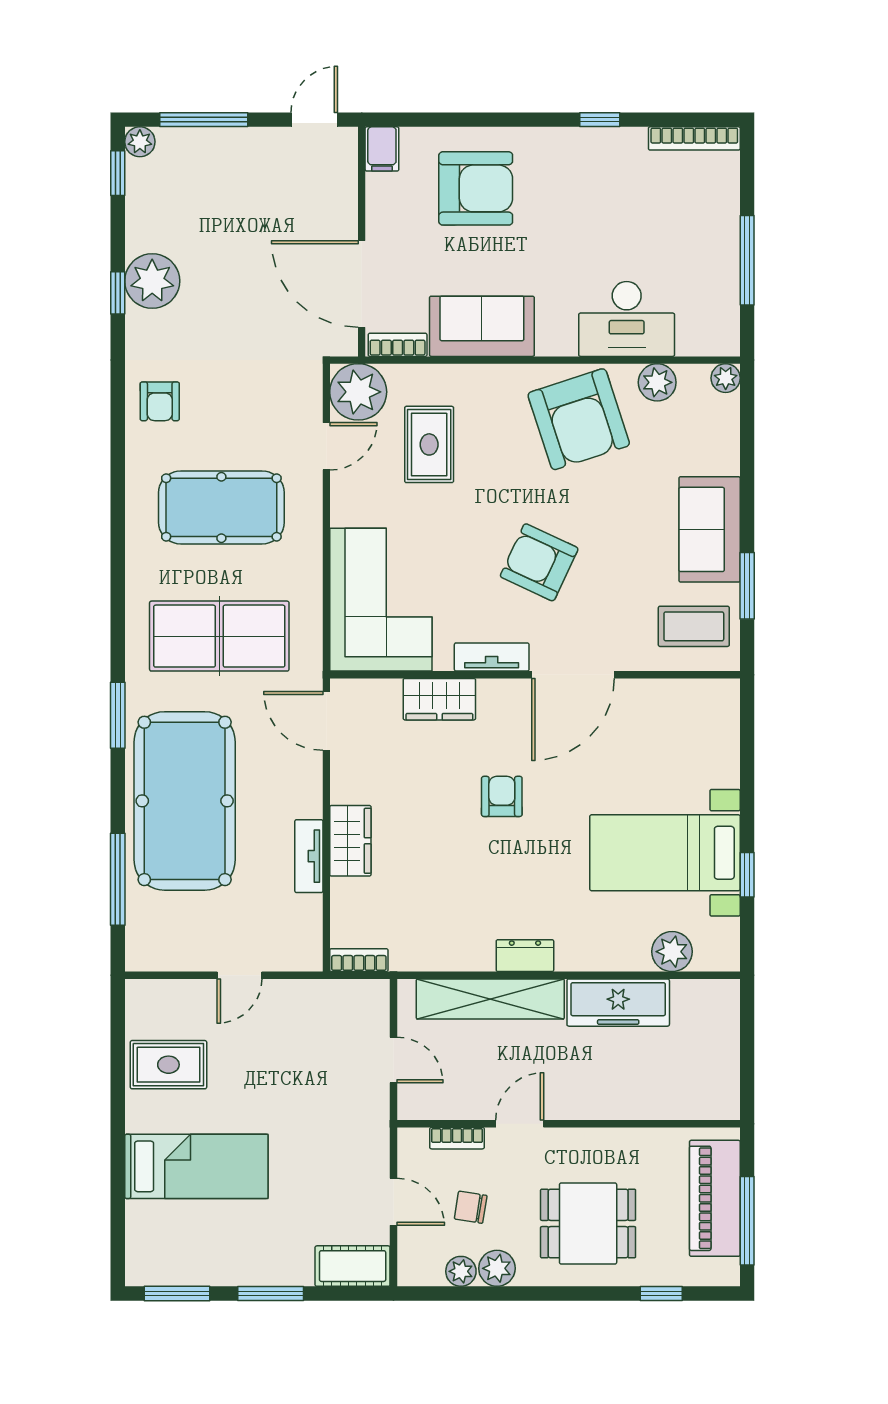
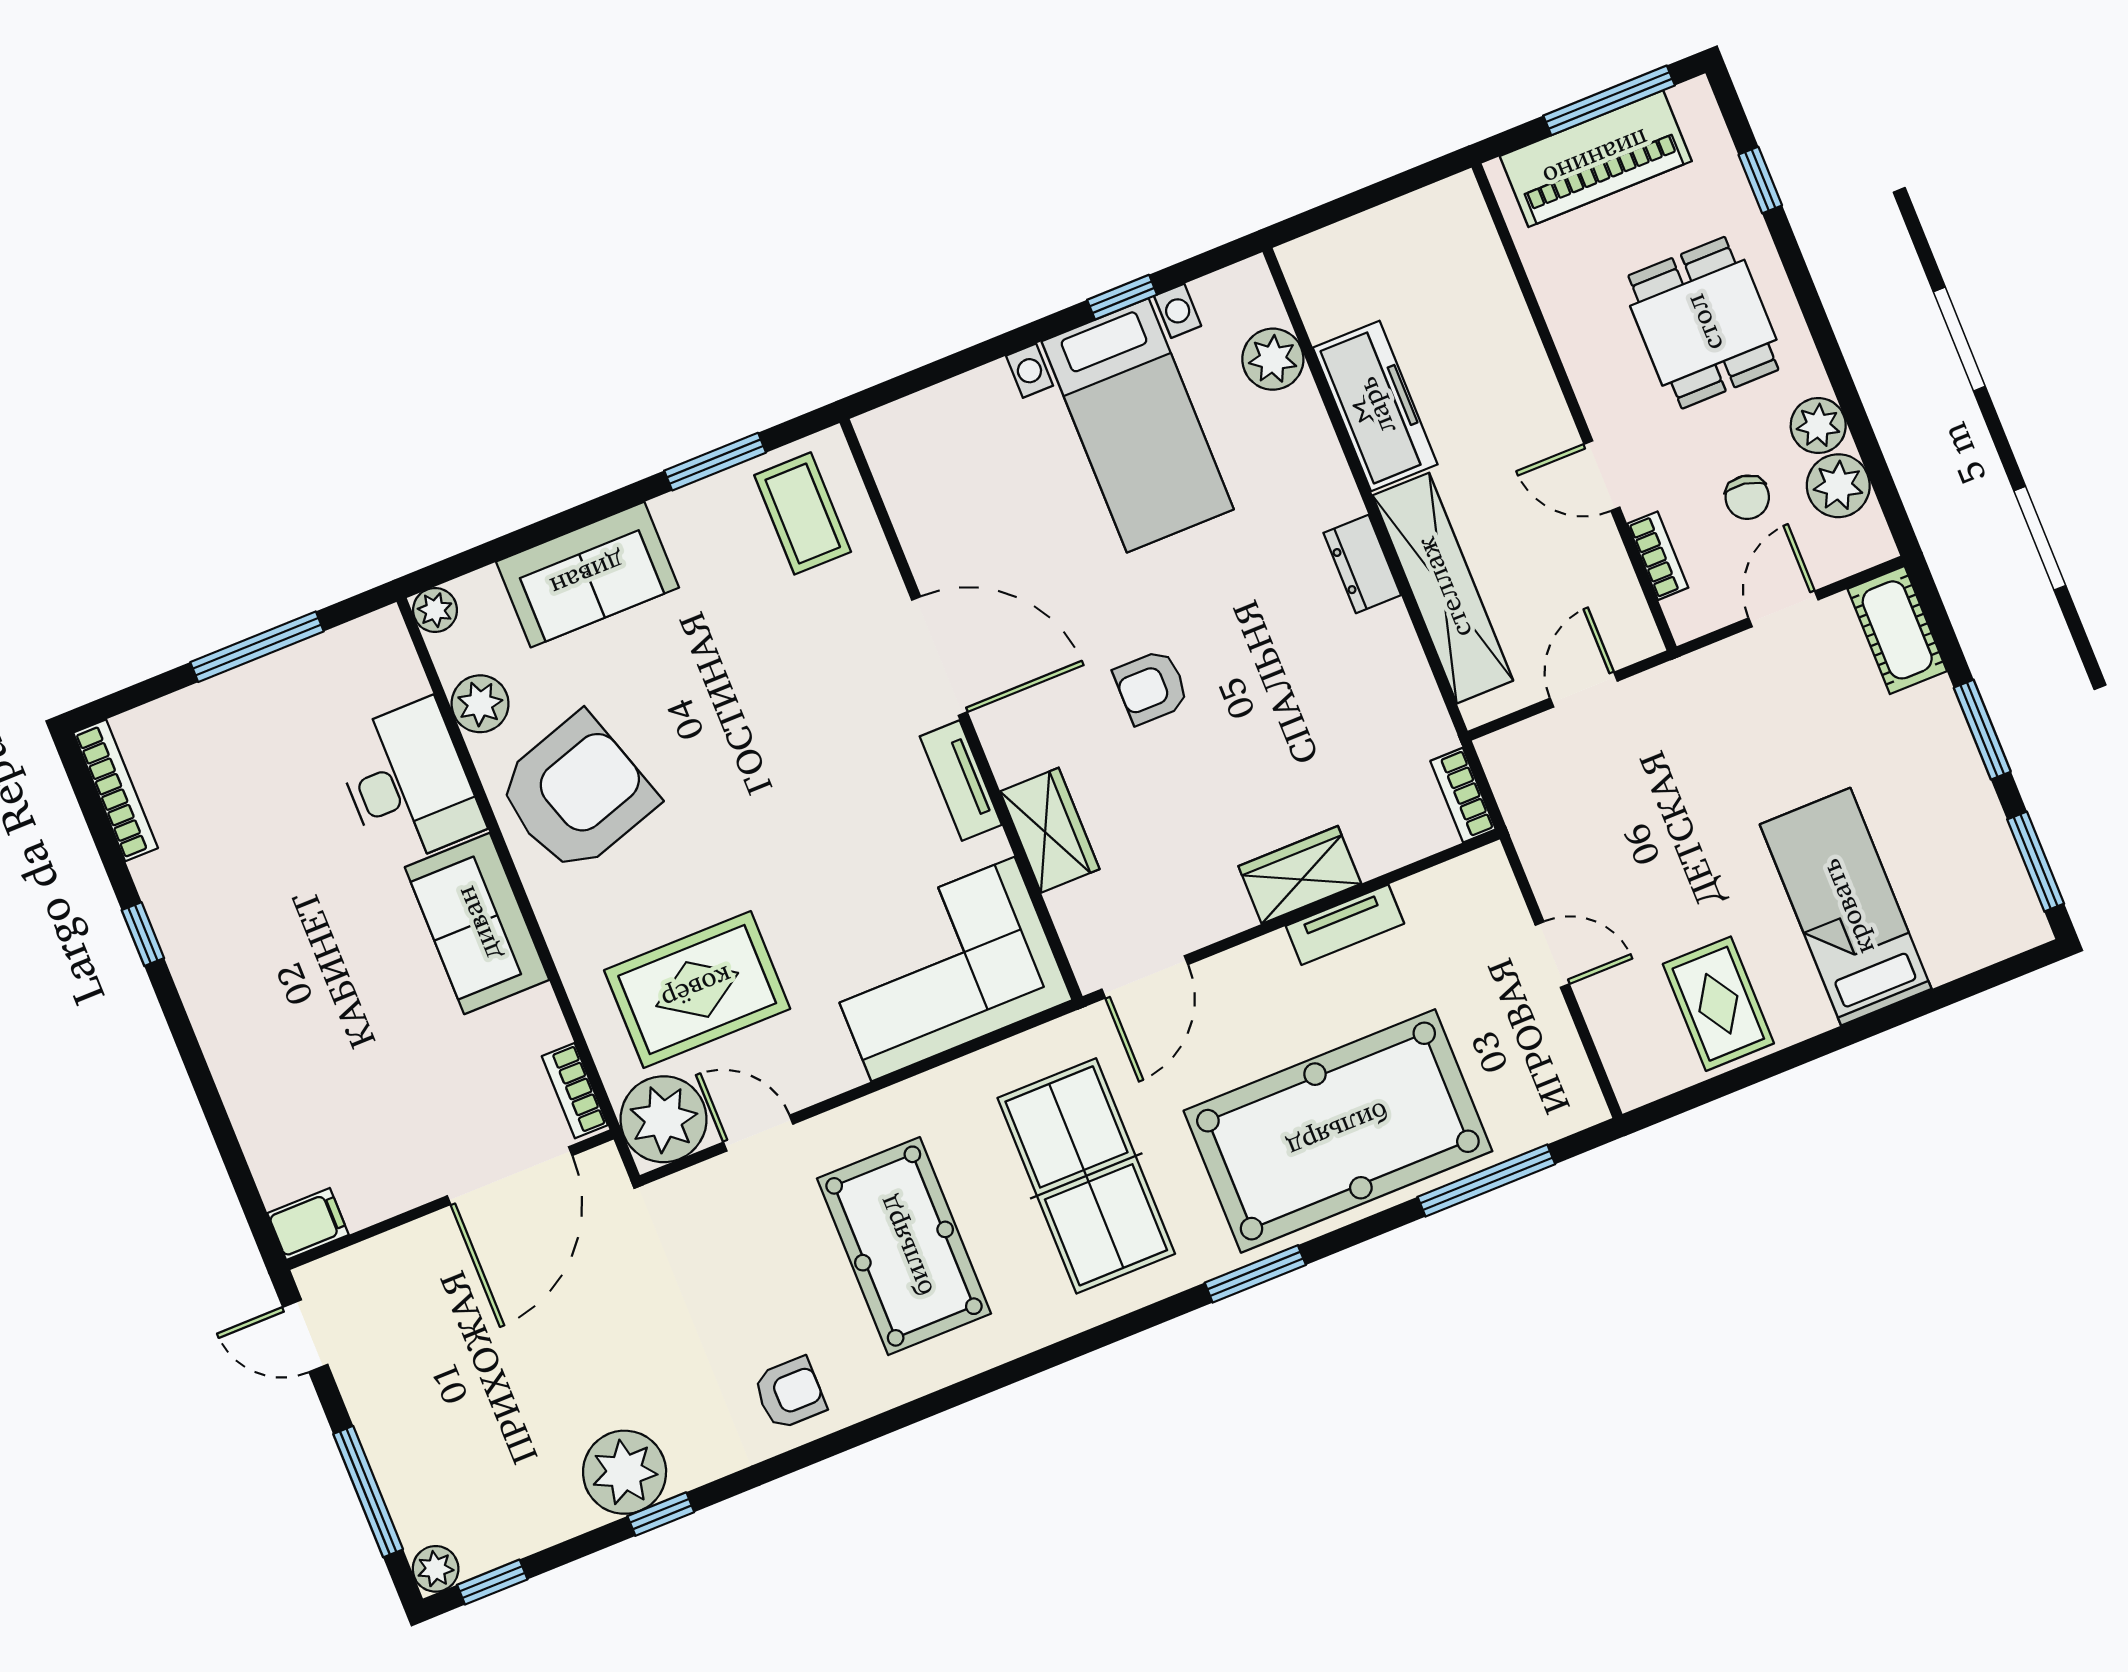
armchair: (476, 188) -> (310, 1070), removed
sofa: (482, 326) -> (477, 924), moved
rug: (429, 444) -> (697, 989), width x1.36, depth x1.43
sofa: (710, 529) -> (588, 575), moved
armchair: (539, 562) -> (800, 768), removed
plant: (461, 1271) -> (1838, 486), width x1.38, depth x1.38

